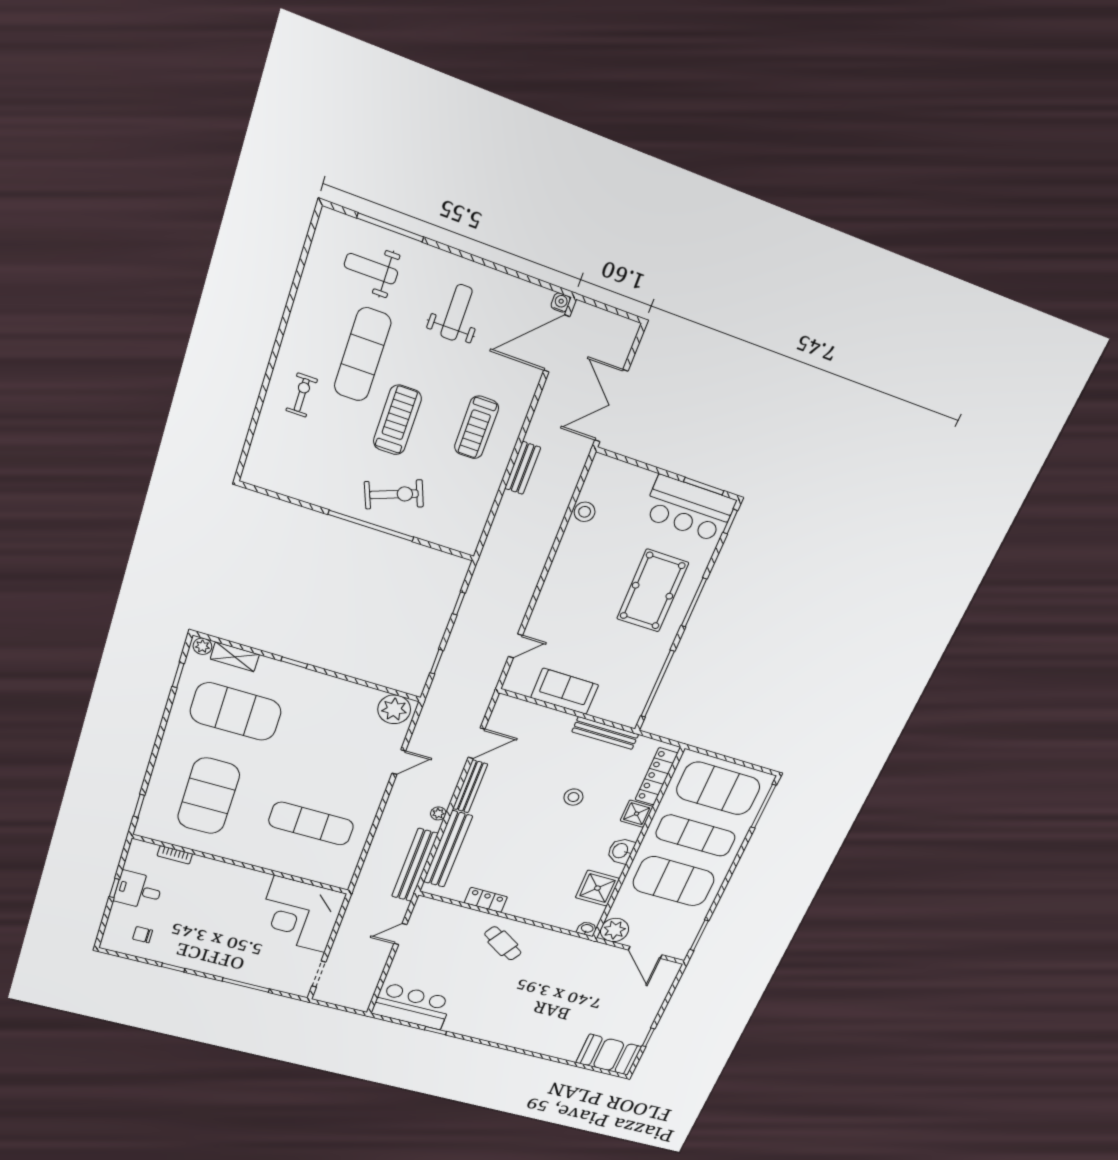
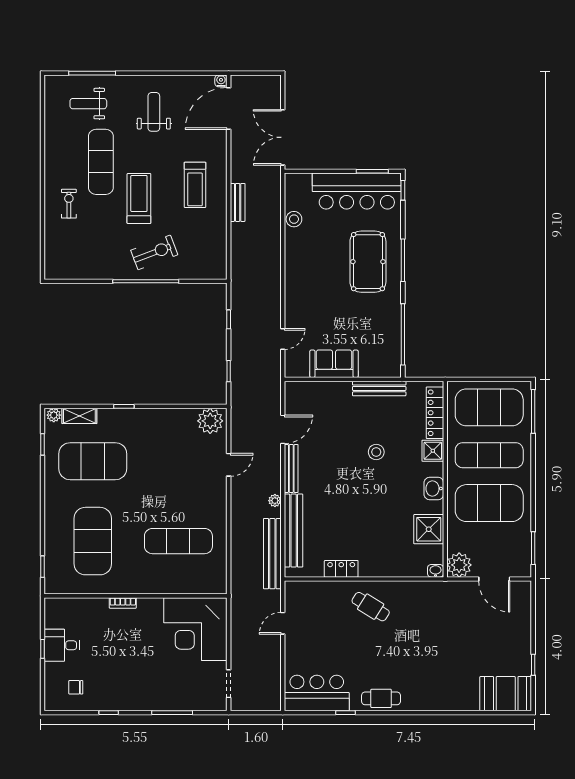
bar counter: (689, 509) -> (357, 191), width x1.36
bookcase: (175, 855) -> (123, 603), moved
cafe table: (478, 1027) -> (381, 698), added

